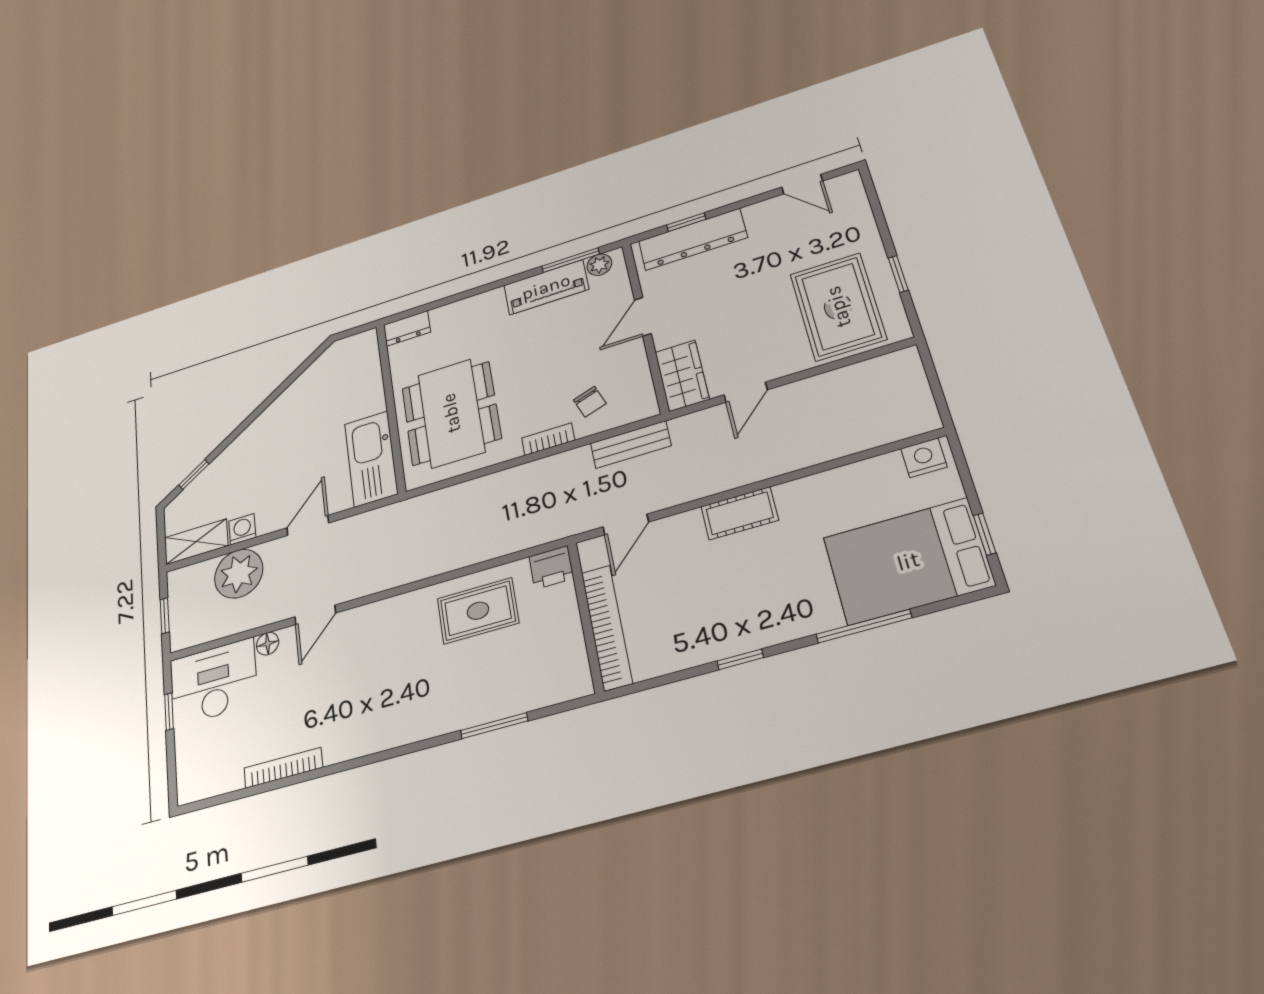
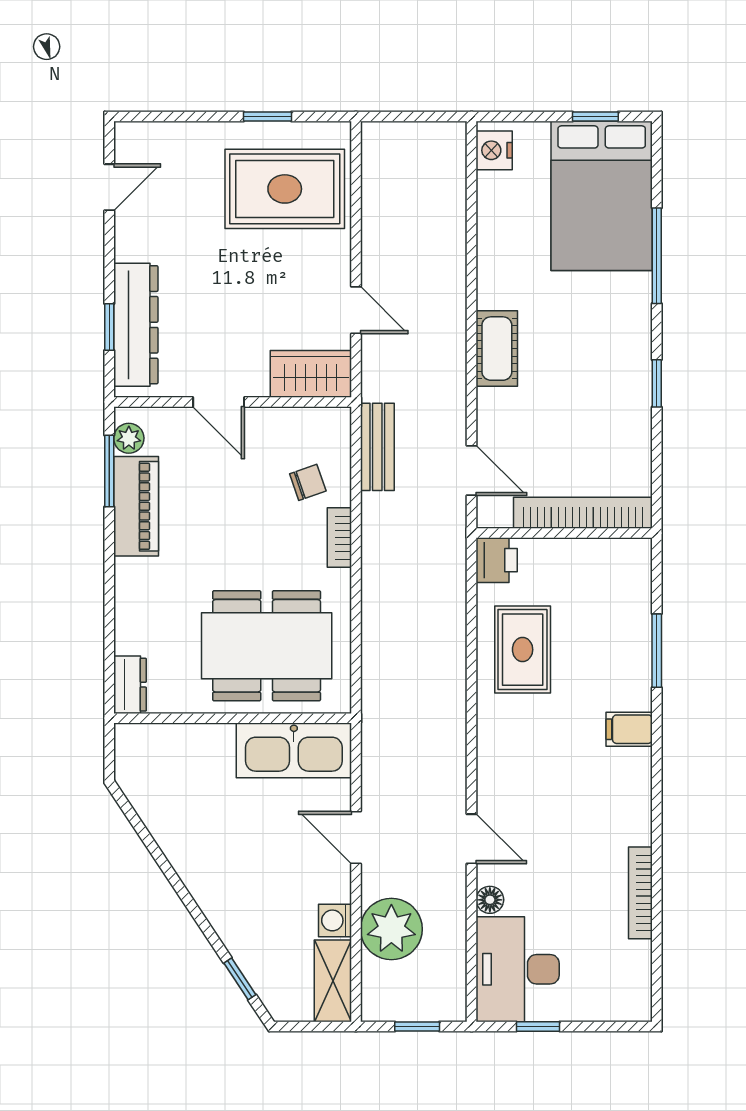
filing cabinet: (422, 720) -> (629, 729), added

